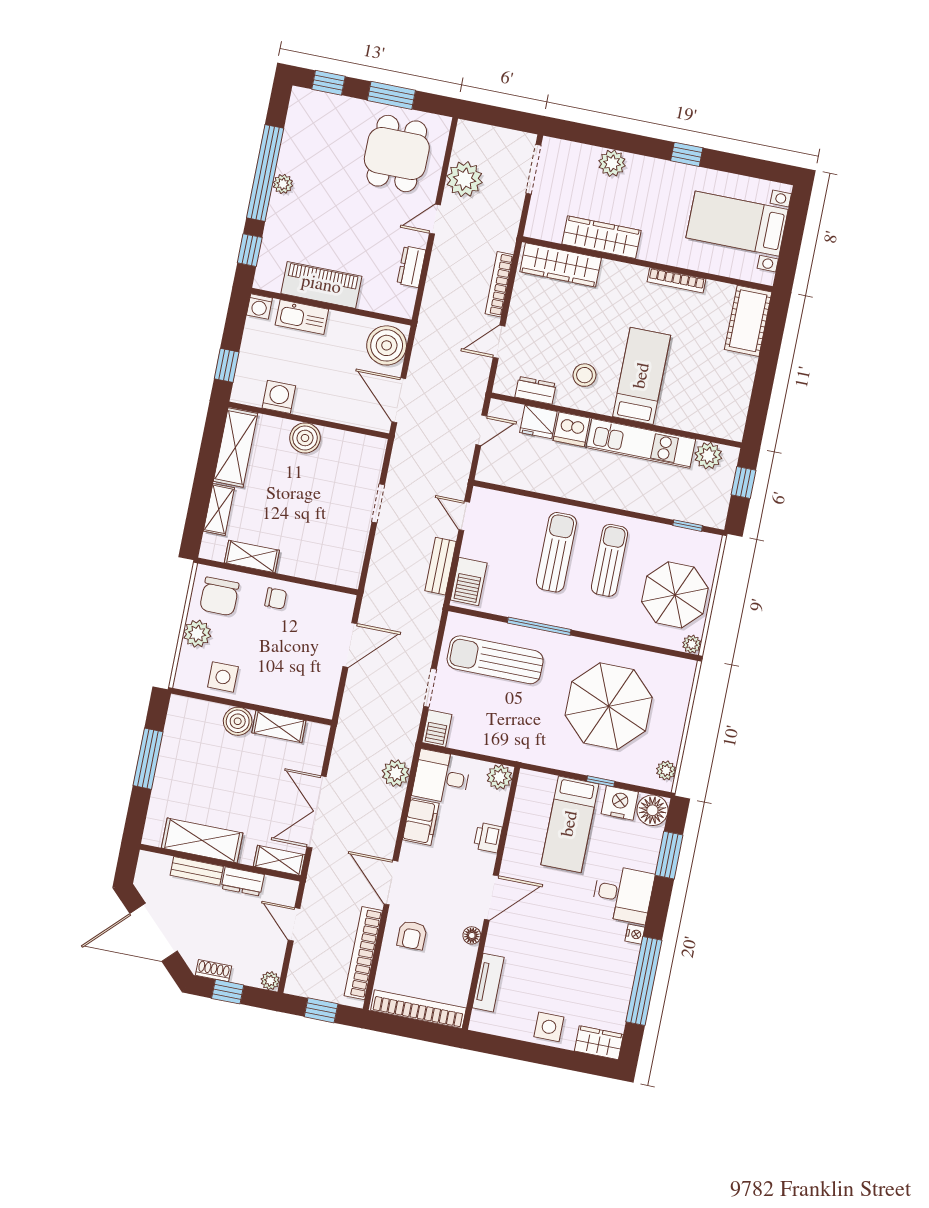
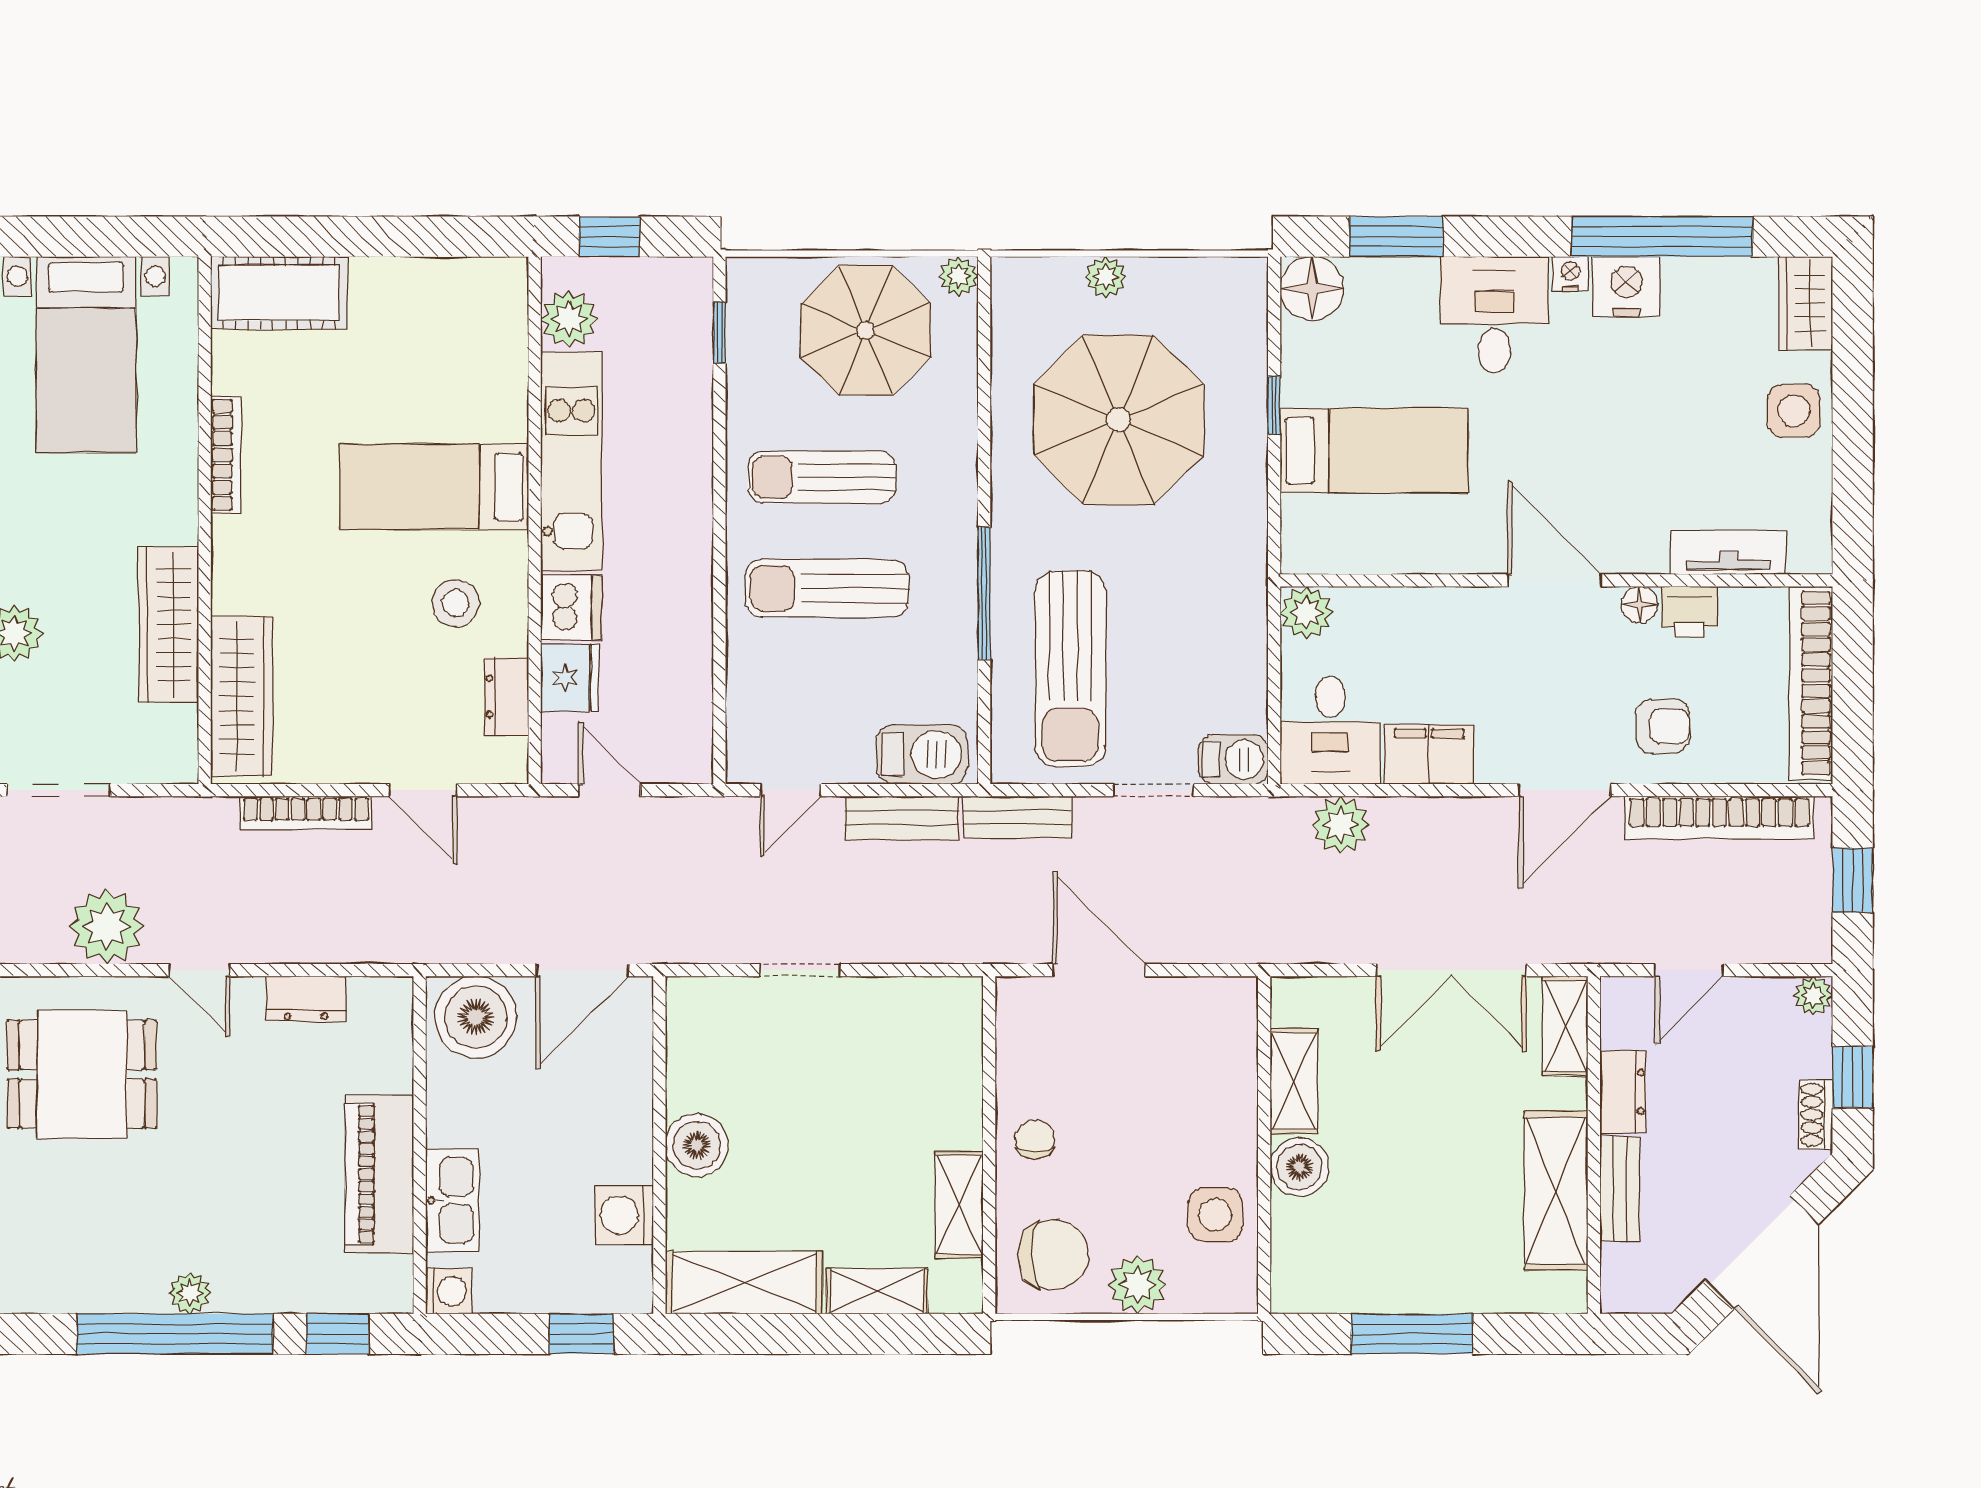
bench: (430, 621) -> (1018, 817), added
plant: (666, 770) -> (1106, 277), moved
nightstand: (620, 803) -> (1627, 287), moved, turned 90
printer: (488, 838) -> (1689, 612), moved

